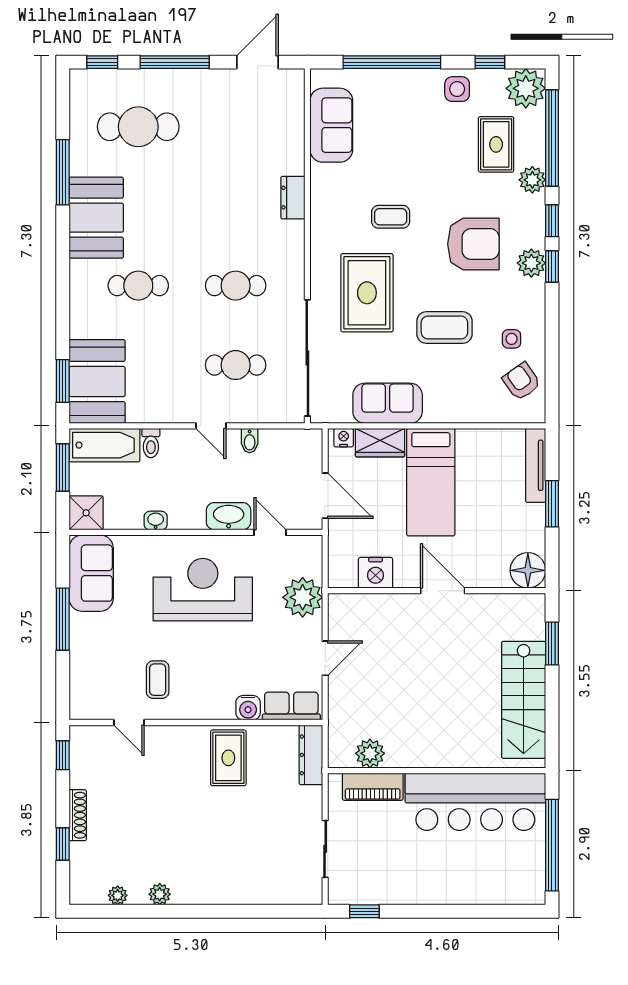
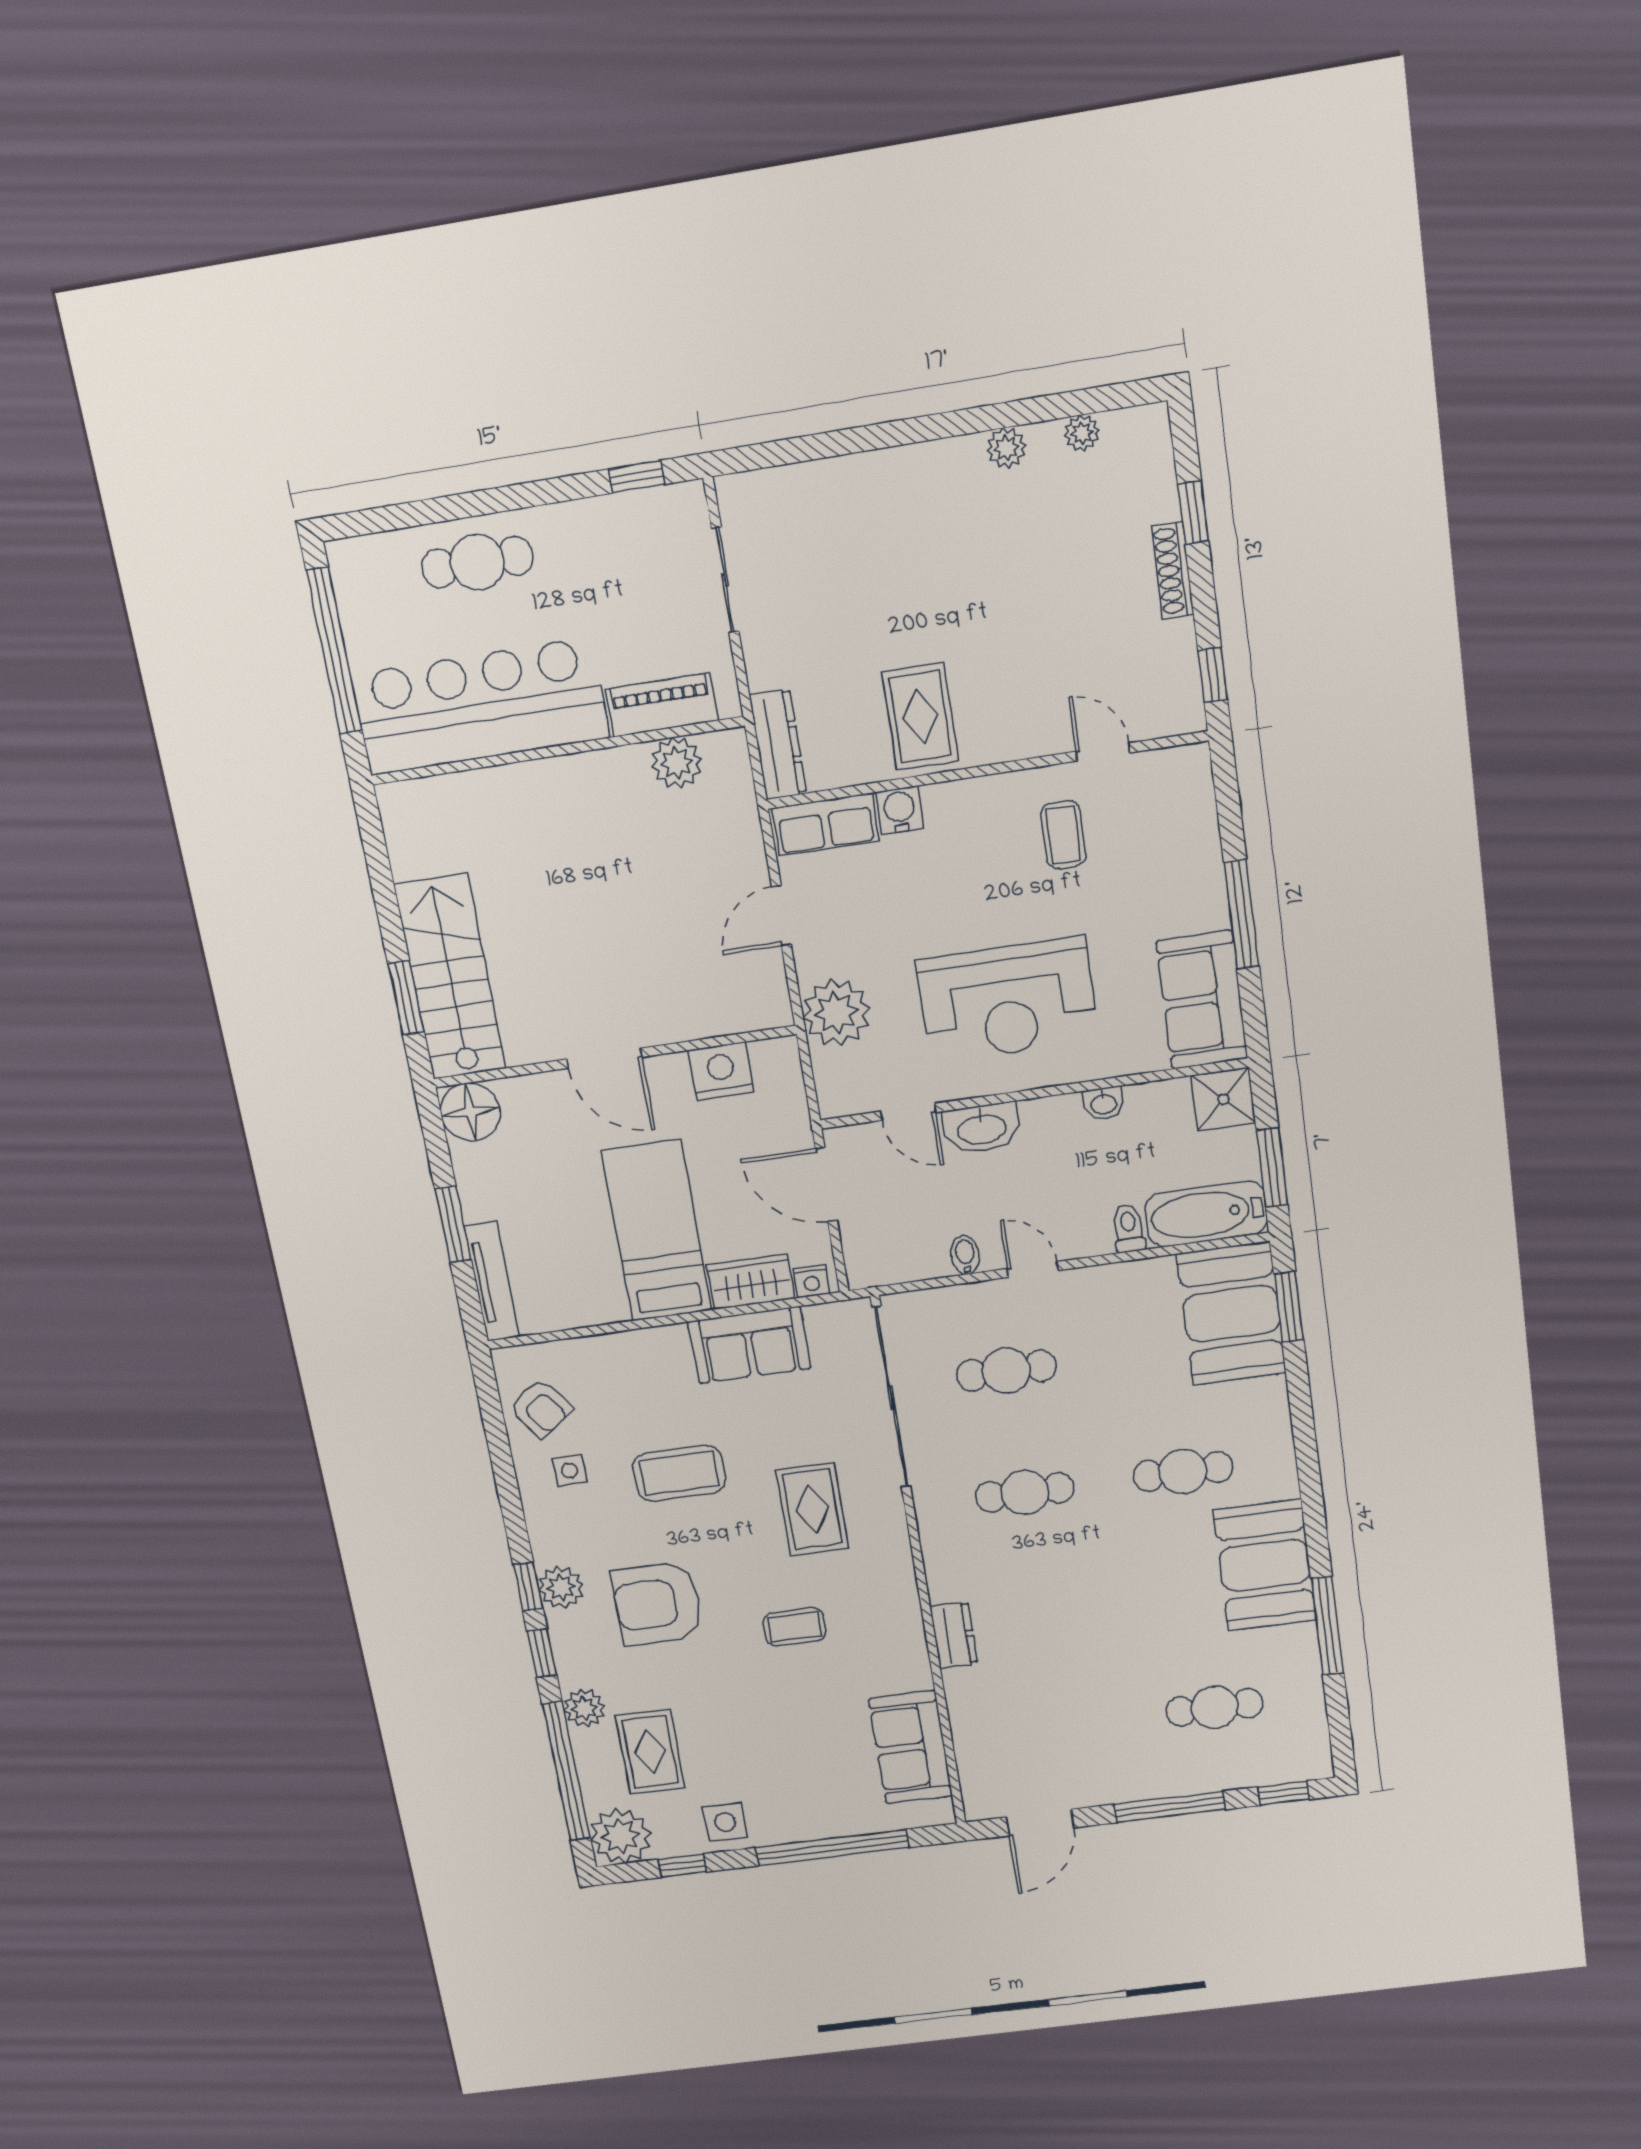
cafe table: (138, 127) -> (1215, 1707), width x0.73, depth x0.74
rug: (367, 293) -> (812, 1509), width x0.73, depth x0.70
stairs: (524, 700) -> (450, 977), moved
cafe table: (461, 880) -> (477, 562), added

